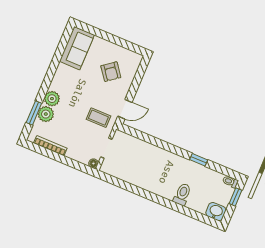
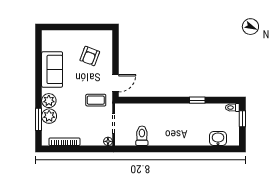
sofa: (77, 48) -> (52, 69), moved
armchair: (111, 72) -> (90, 56), turned 58
toilet: (182, 194) -> (142, 136), moved
washbasin: (216, 212) -> (218, 139), moved

